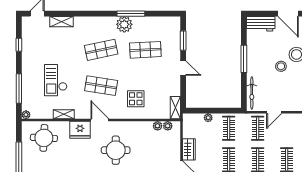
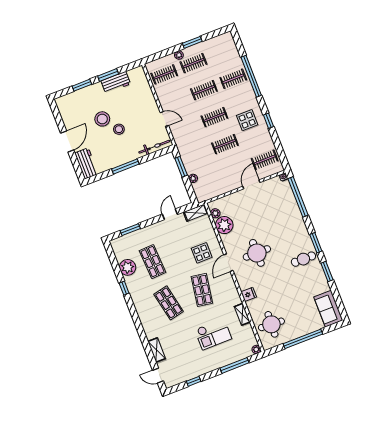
window: (131, 14) -> (124, 288), width x0.46
plant: (124, 24) -> (128, 267), moved
door: (183, 68) -> (170, 214), moved
window: (223, 111) -> (181, 167), added
door: (100, 120) -> (228, 263), moved
plant: (158, 126) -> (224, 225), width x1.88, depth x1.88
clothes rail: (229, 128) -> (196, 155), removed
clothes rail: (258, 128) -> (185, 128), removed
fridge: (80, 130) -> (249, 294), width x0.53, depth x0.75
wardrobe: (189, 149) -> (230, 185), removed

